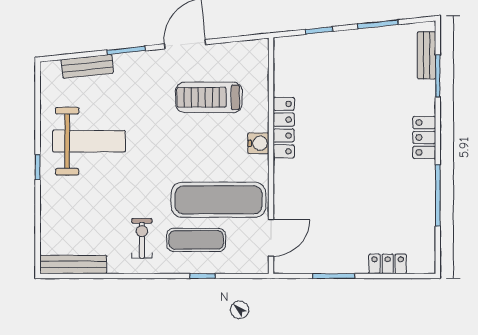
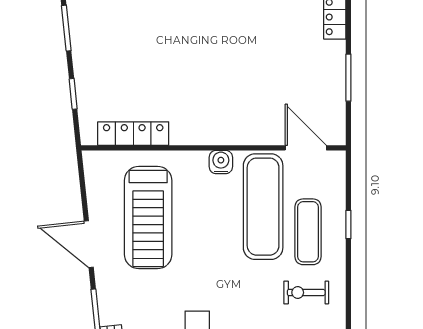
treadmill: (209, 97) -> (148, 217), width x1.37, depth x1.38
locker: (284, 128) -> (133, 134), moved
water cooler: (258, 143) -> (221, 162), moved

